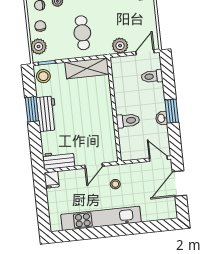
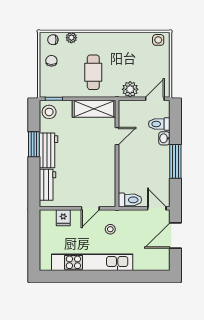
plant: (39, 47) -> (47, 81), removed
door: (112, 93) -> (117, 136), added
window: (172, 111) -> (175, 161), width x1.44
washbasin: (162, 118) -> (164, 138), moved
toilet: (128, 121) -> (130, 200), moved
workbench: (59, 160) -> (47, 185), moved, turned 90
fridge: (52, 180) -> (63, 218), moved

